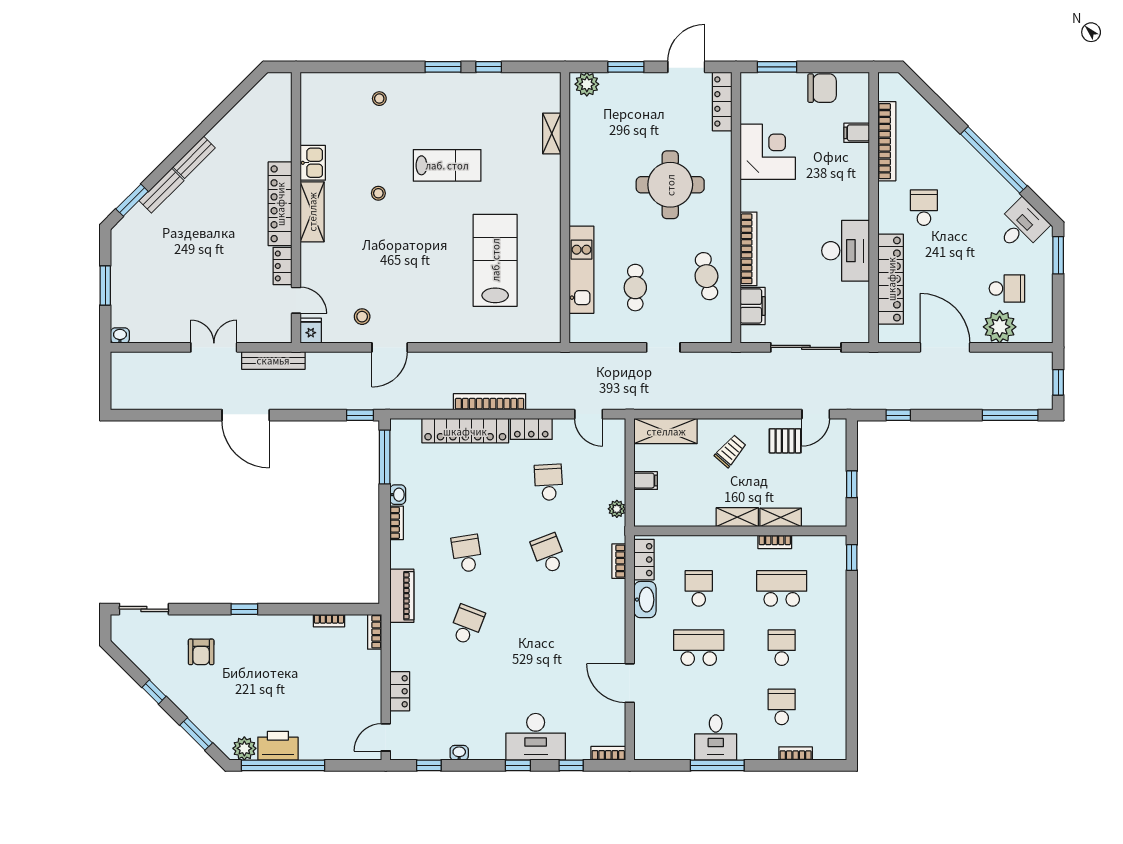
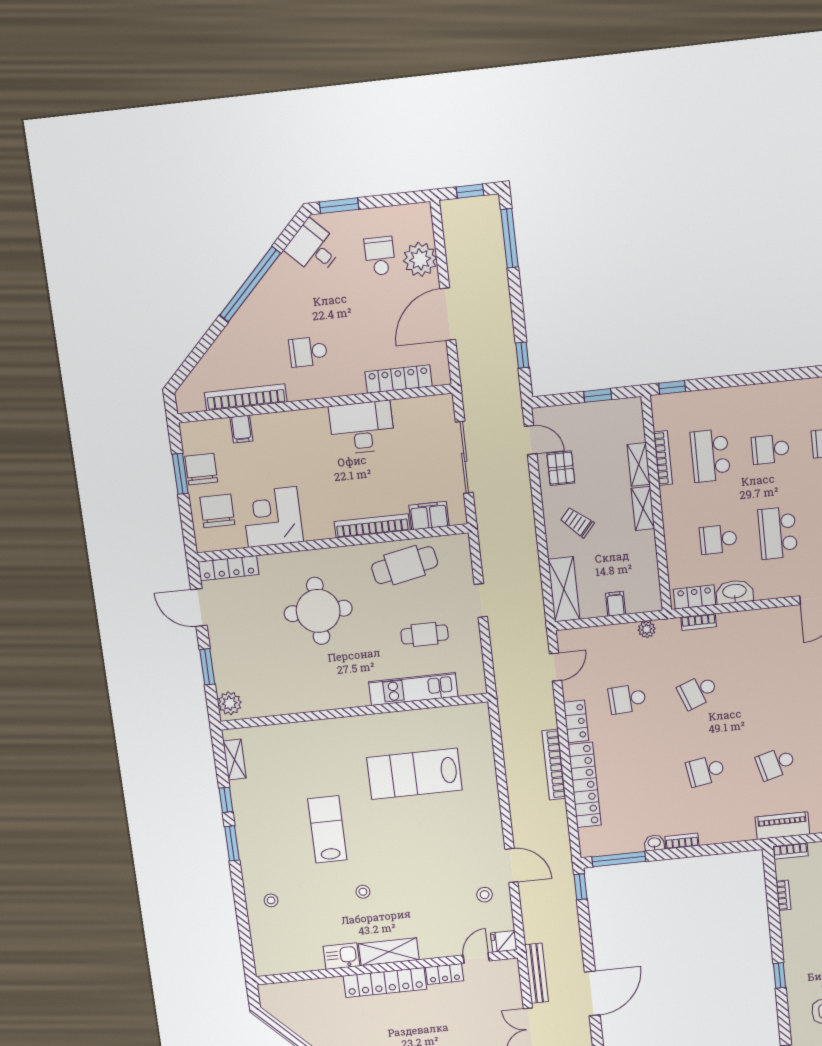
window: (777, 67) -> (180, 474), moved
chair: (780, 98) -> (217, 511), added
shelving: (552, 133) -> (235, 760), moved, turned 90
cafe table: (706, 276) -> (405, 565), width x1.37, depth x1.35
locker: (891, 279) -> (399, 379), width x0.71, depth x0.83
bookcase: (775, 542) -> (663, 458), width x1.56
piano: (402, 596) -> (782, 826), moved
school desk: (467, 625) -> (776, 763), turned -36

